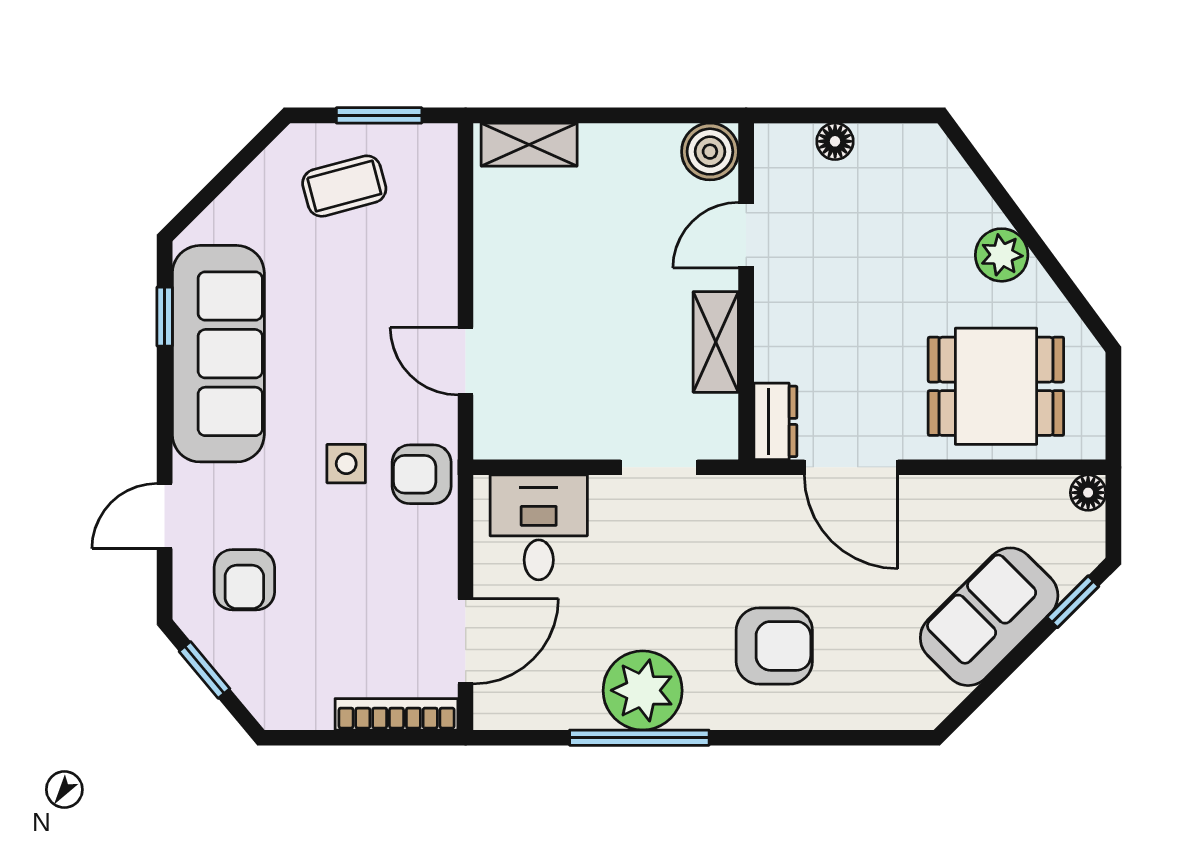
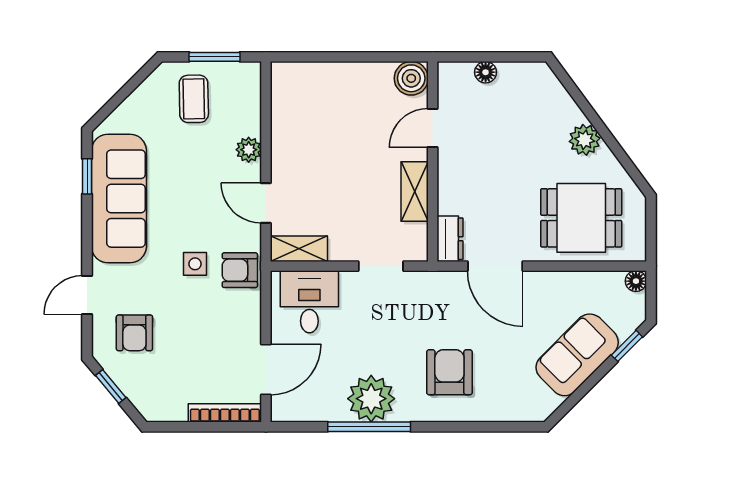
shelving: (529, 145) -> (299, 249), moved
coffee table: (344, 186) -> (194, 99), turned -76
plant: (437, 272) -> (249, 150), added
armchair: (774, 646) -> (449, 372), turned -90

